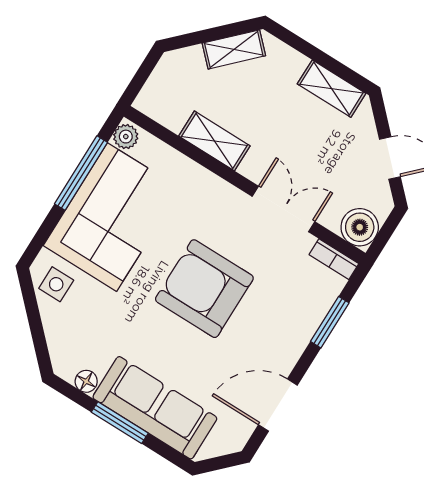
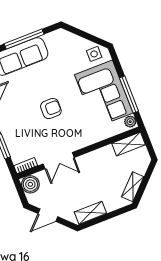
shelving: (214, 141) -> (129, 144), moved
armchair: (204, 289) -> (51, 109), width x0.53, depth x0.53
floor lamp: (86, 381) -> (49, 38), removed
window: (120, 423) -> (24, 39), width x1.44

